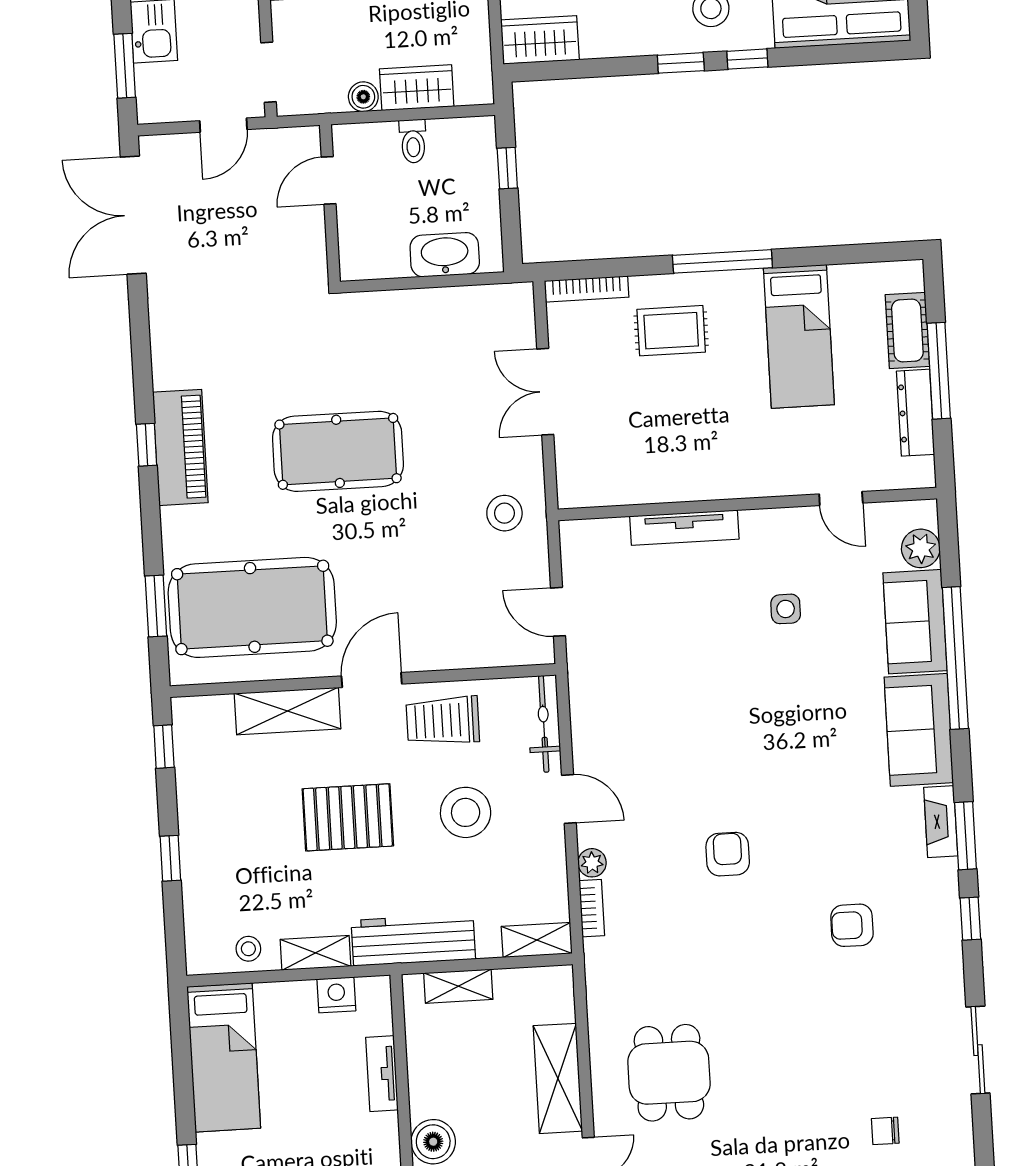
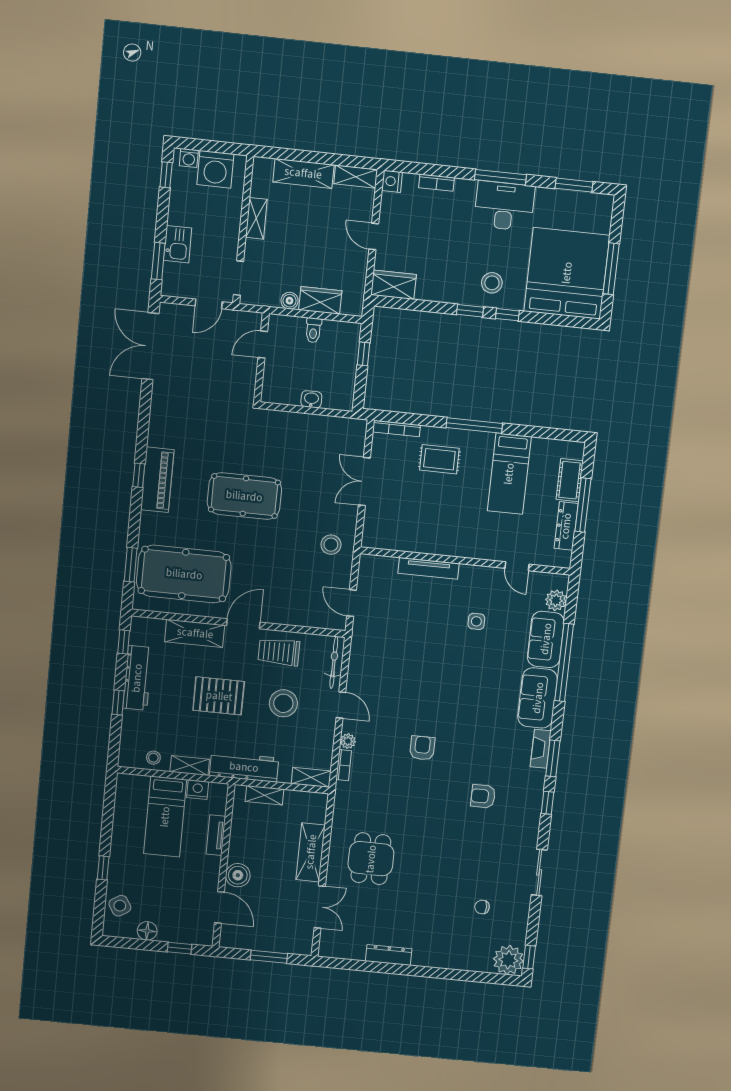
washbasin: (445, 255) -> (311, 399), width x0.52, depth x0.69
workbench: (198, 808) -> (137, 678), added
bed: (224, 1057) -> (165, 817), moved

